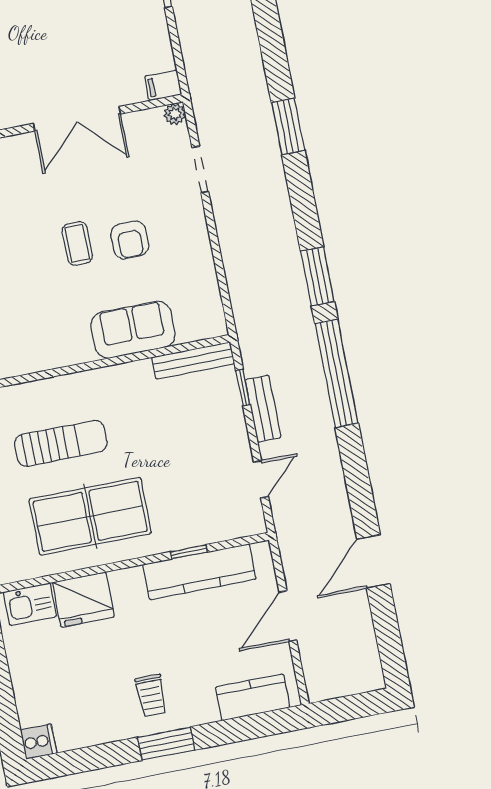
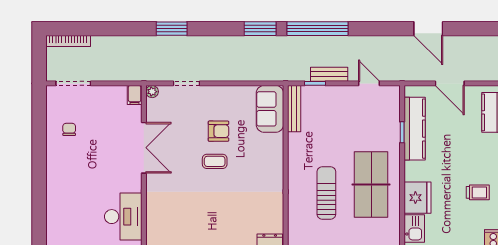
sofa: (133, 330) -> (270, 109), moved
trolley: (151, 695) -> (478, 192), moved

